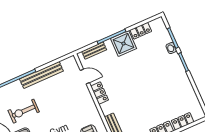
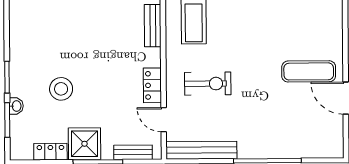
stool: (150, 69) -> (61, 89), added
bench: (41, 75) -> (201, 150), moved
exercise bike: (24, 111) -> (208, 84), moved

